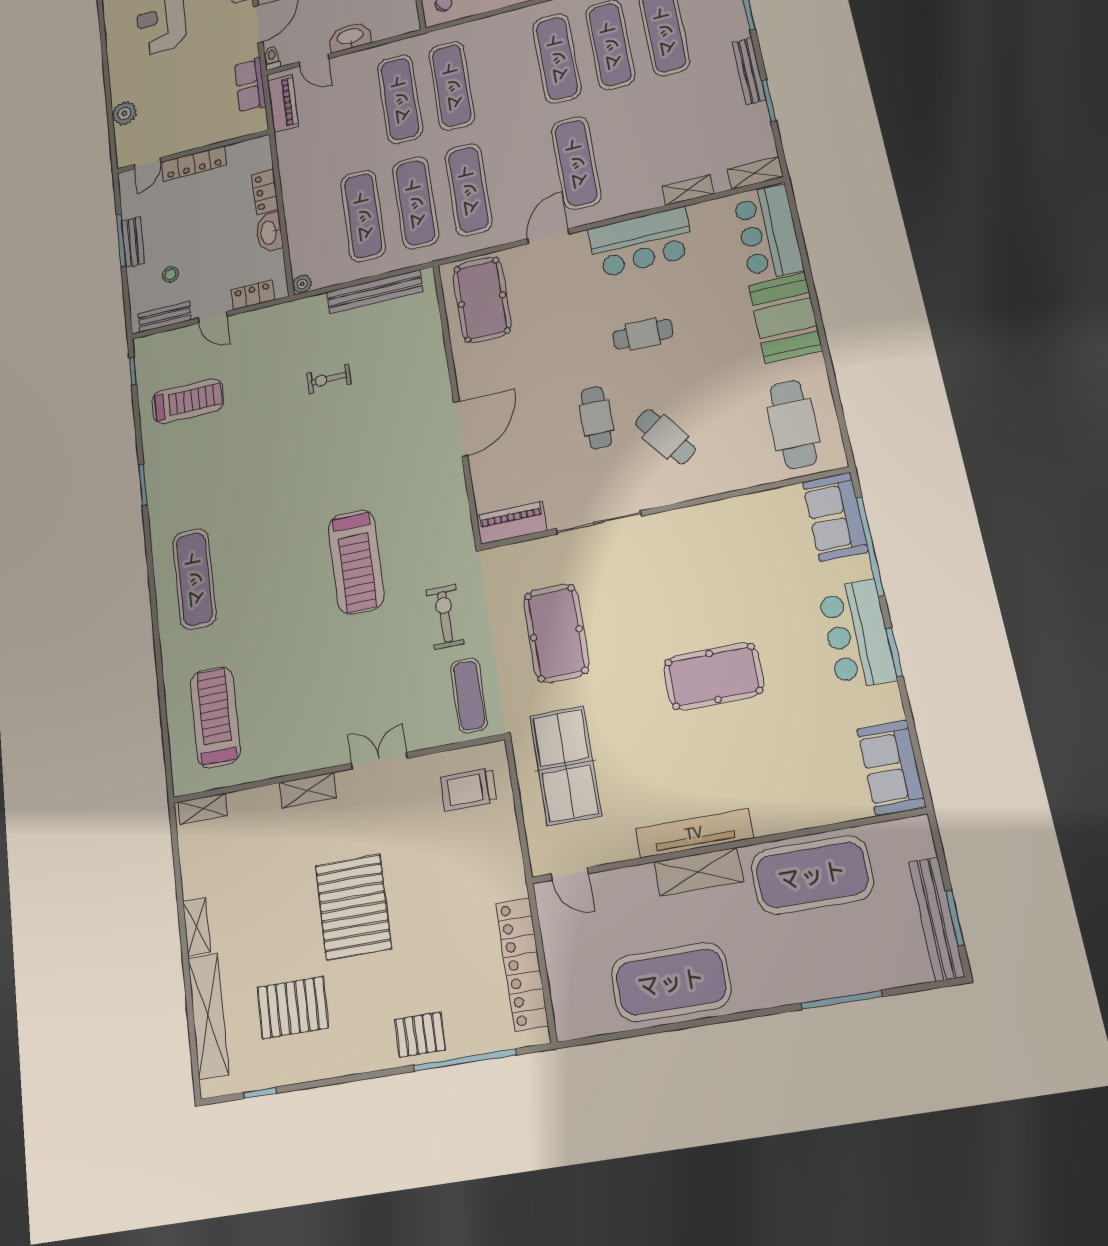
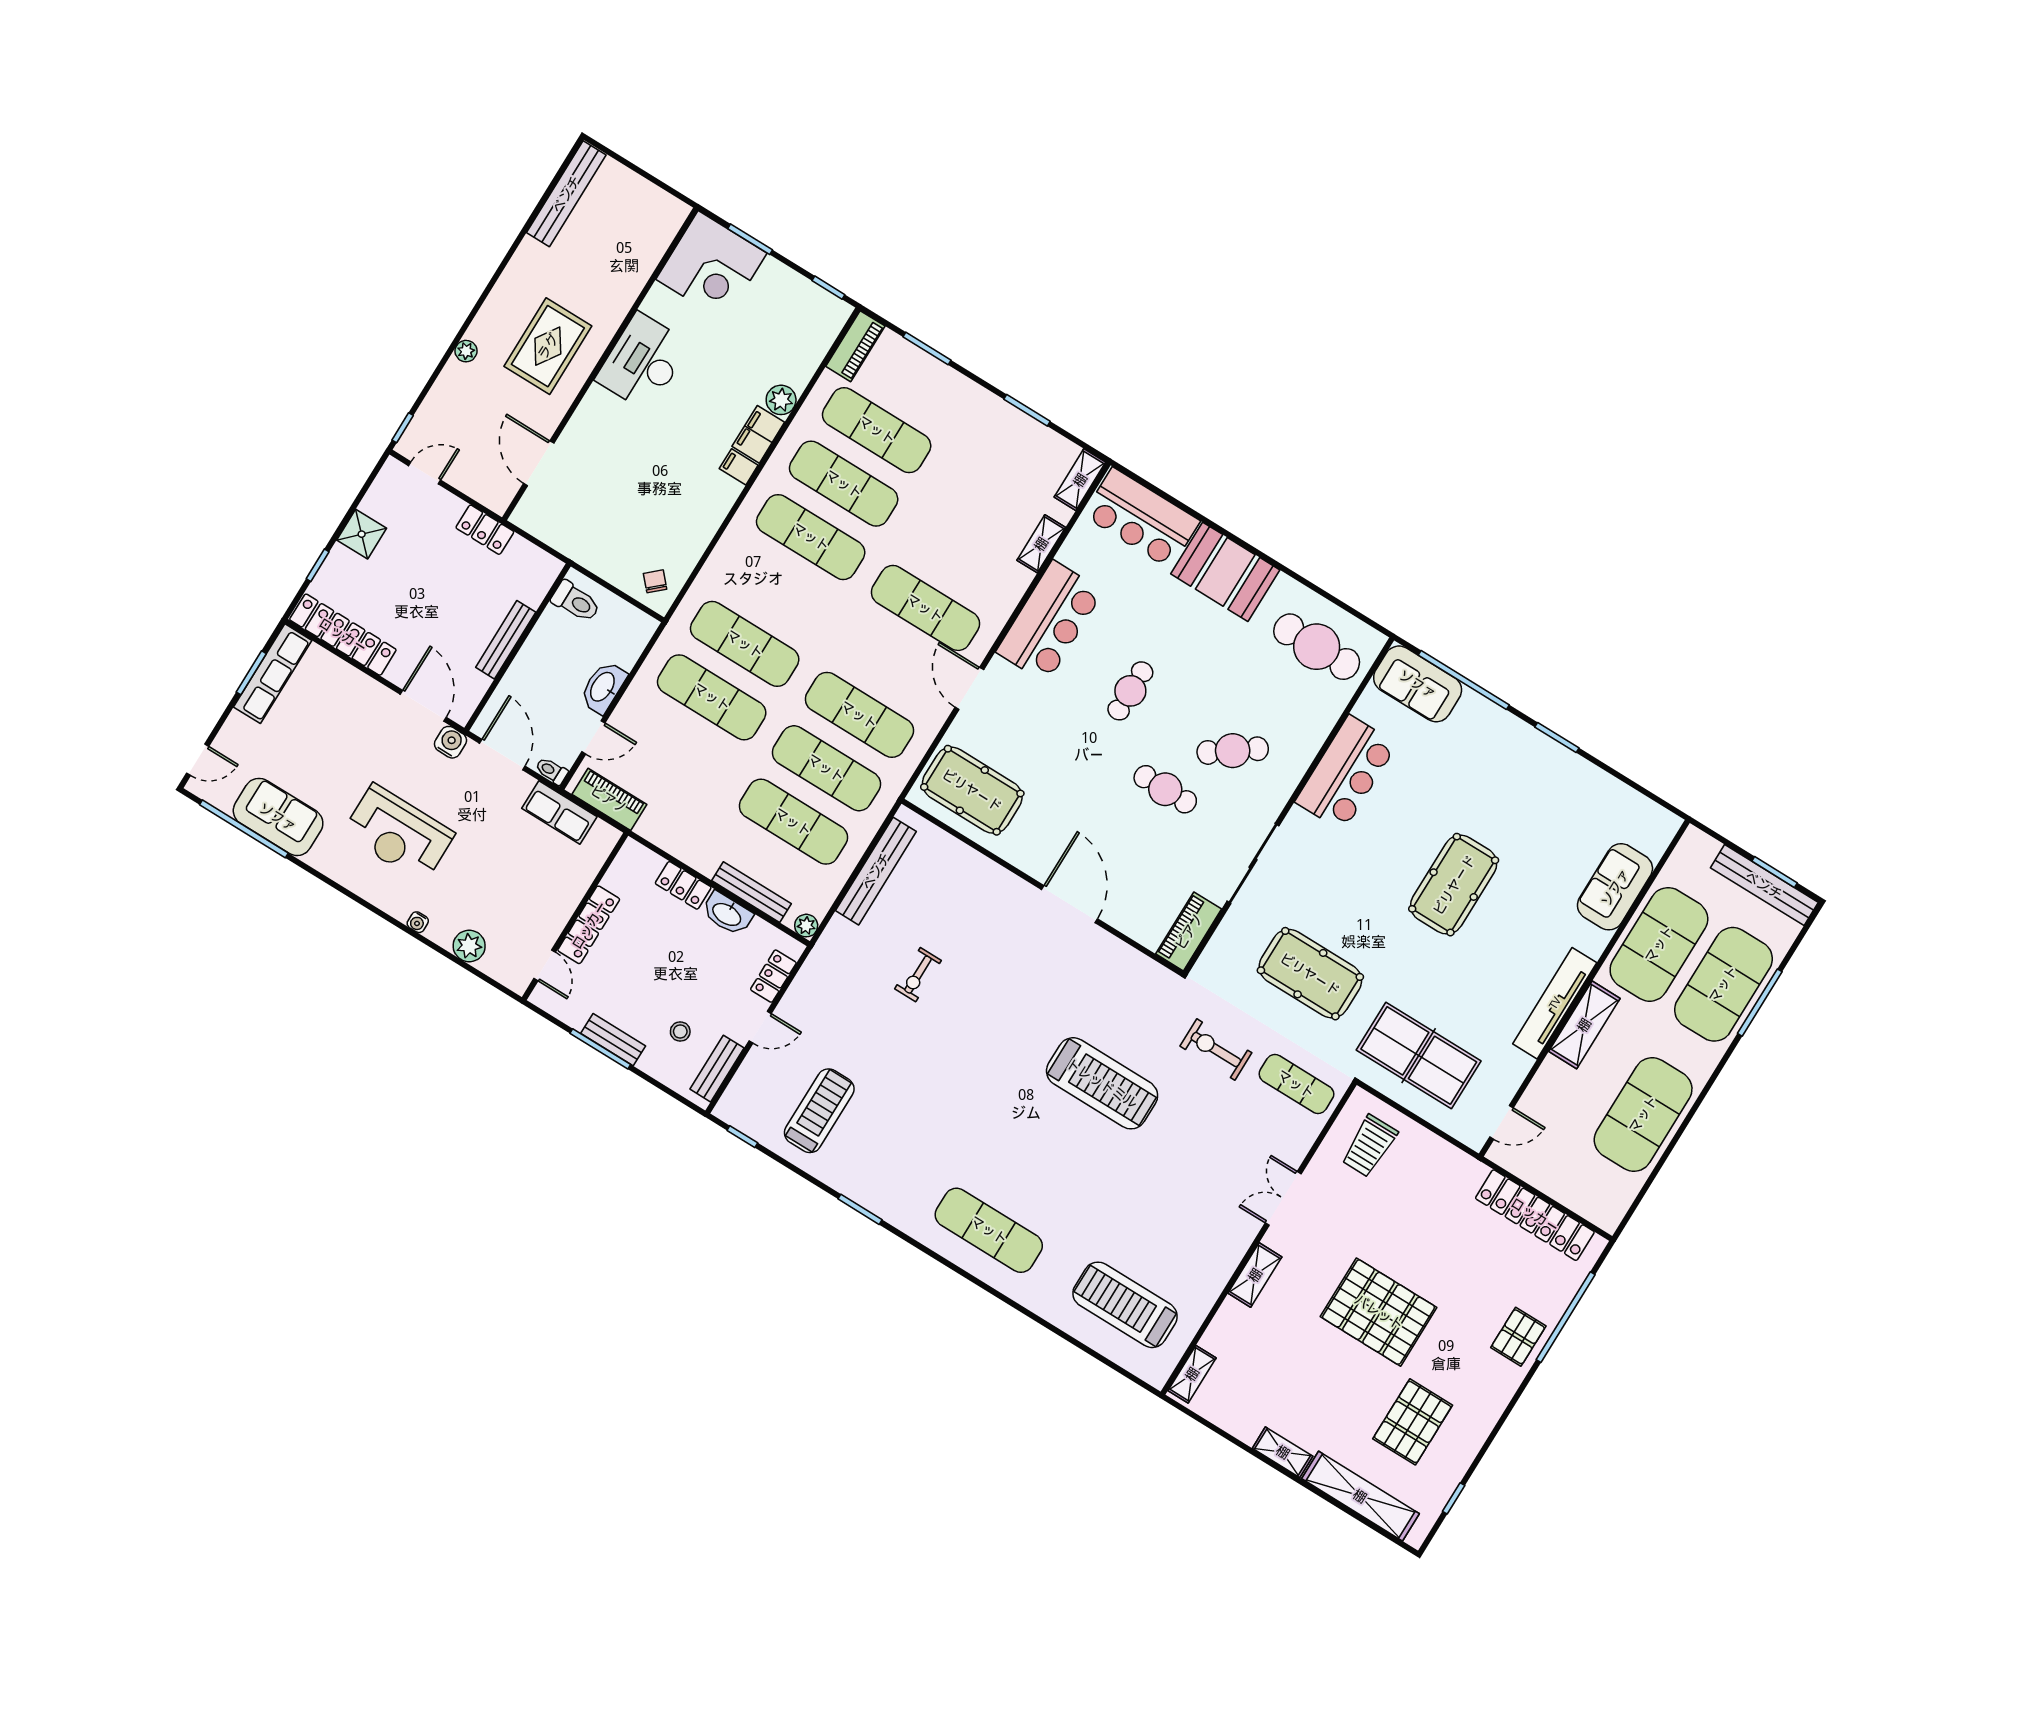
bench: (749, 71) -> (751, 892), moved
water cooler: (116, 74) -> (418, 922), added
bar counter: (857, 634) -> (1346, 773), moved, turned -90
sofa: (891, 767) -> (1615, 887), moved, turned 90
exercise mat: (829, 956) -> (1723, 984), added

